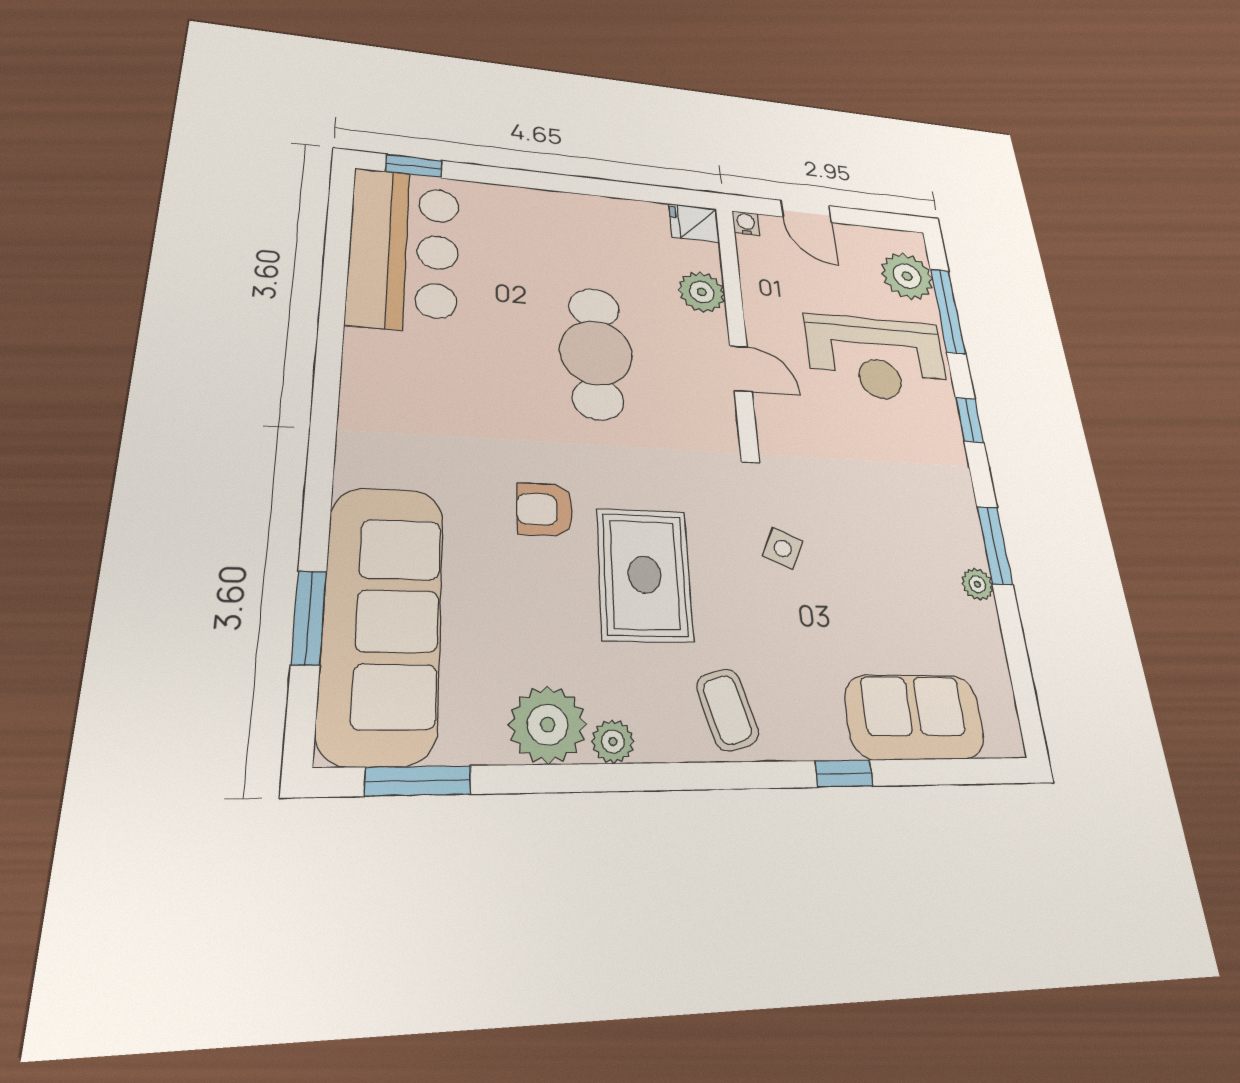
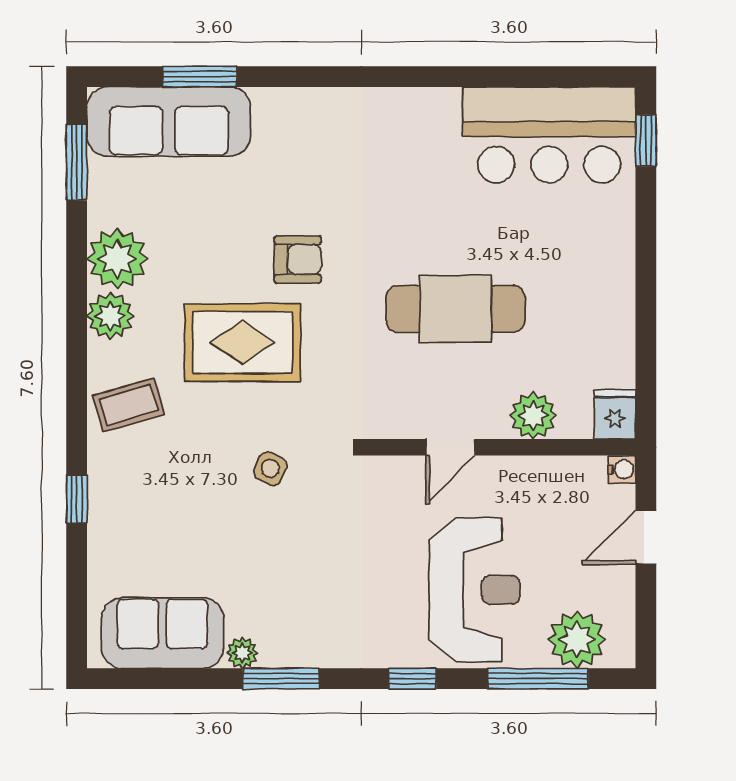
reception desk: (877, 358) -> (474, 590), turned 180
armchair: (545, 510) -> (298, 259), turned 90
sofa: (382, 621) -> (169, 122), width x0.74, depth x0.79
sofa: (915, 717) -> (162, 633), moved, turned -90
plant: (613, 742) -> (110, 316), width x1.38, depth x1.38

